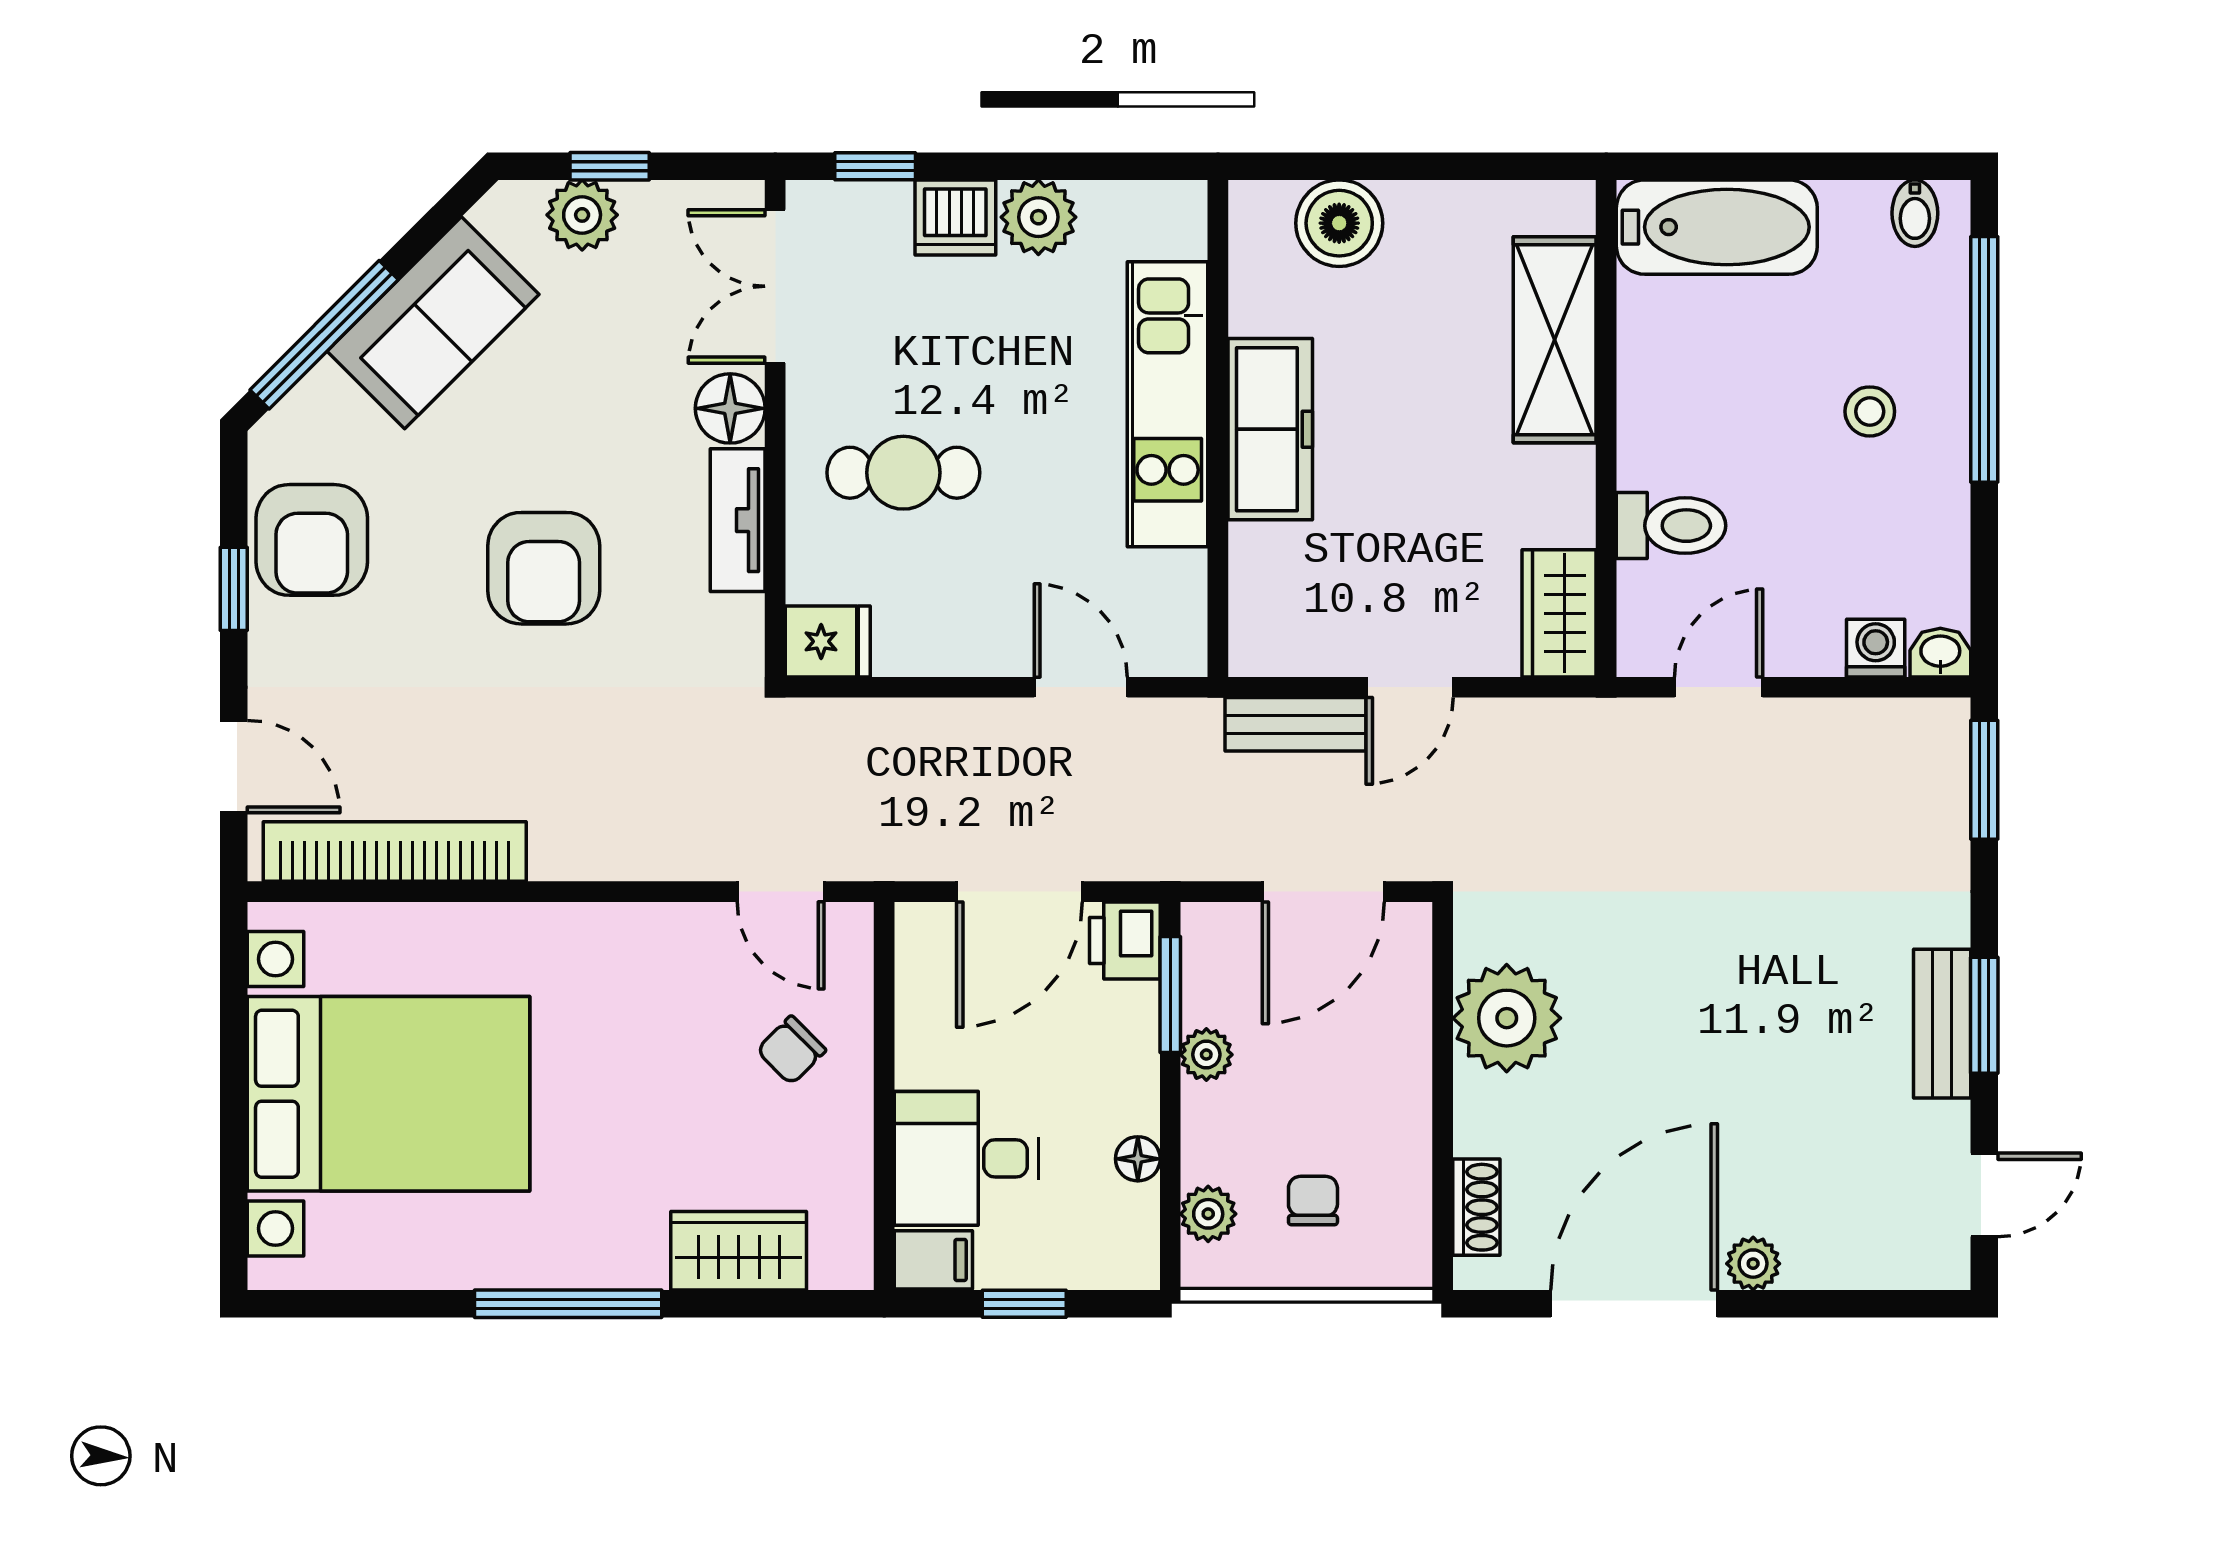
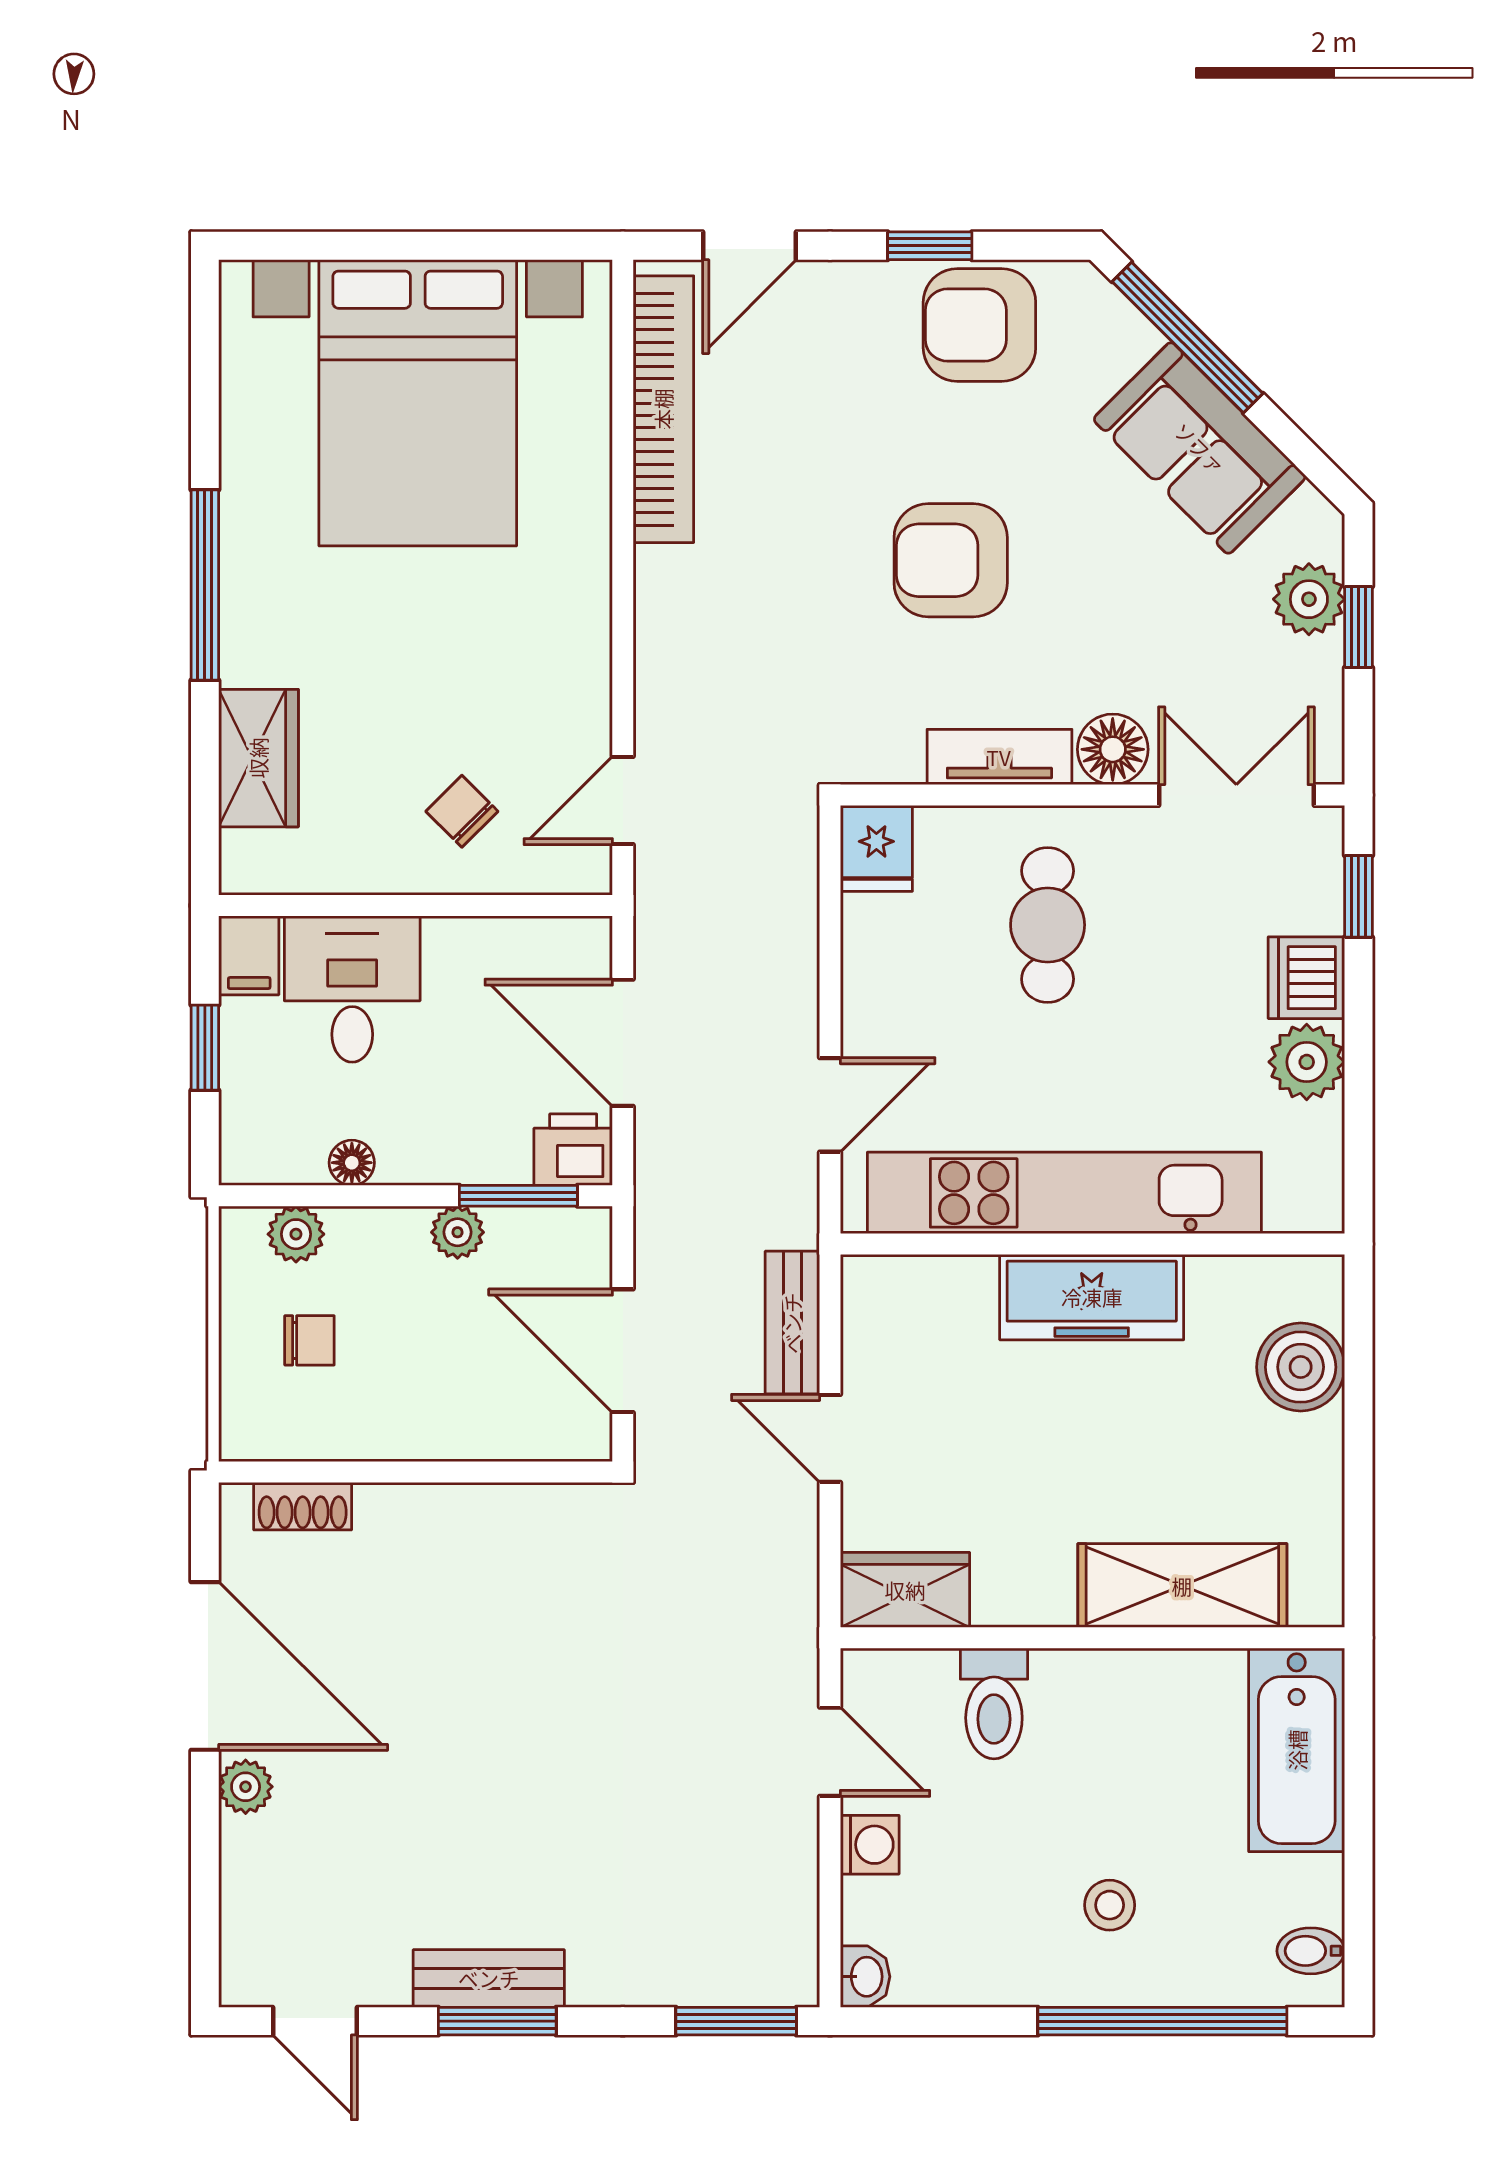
kitchen unit: (1168, 404) -> (1064, 1193), width x1.36
washing machine: (1876, 648) -> (870, 1845), moved
plant: (1507, 1018) -> (494, 1537), removed

